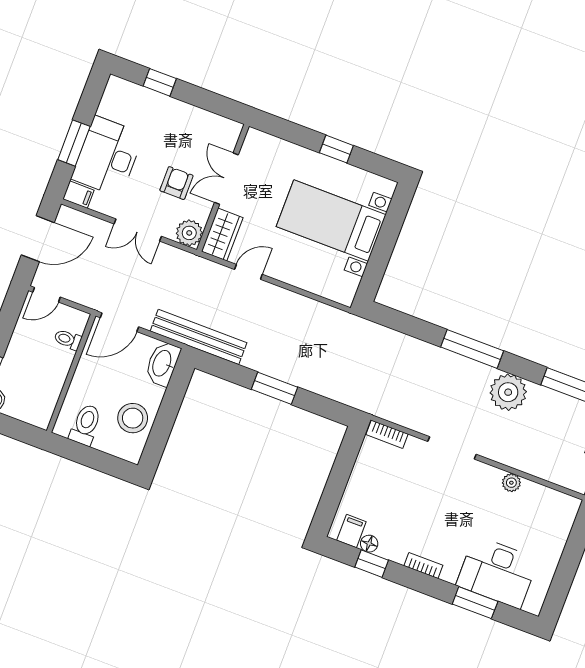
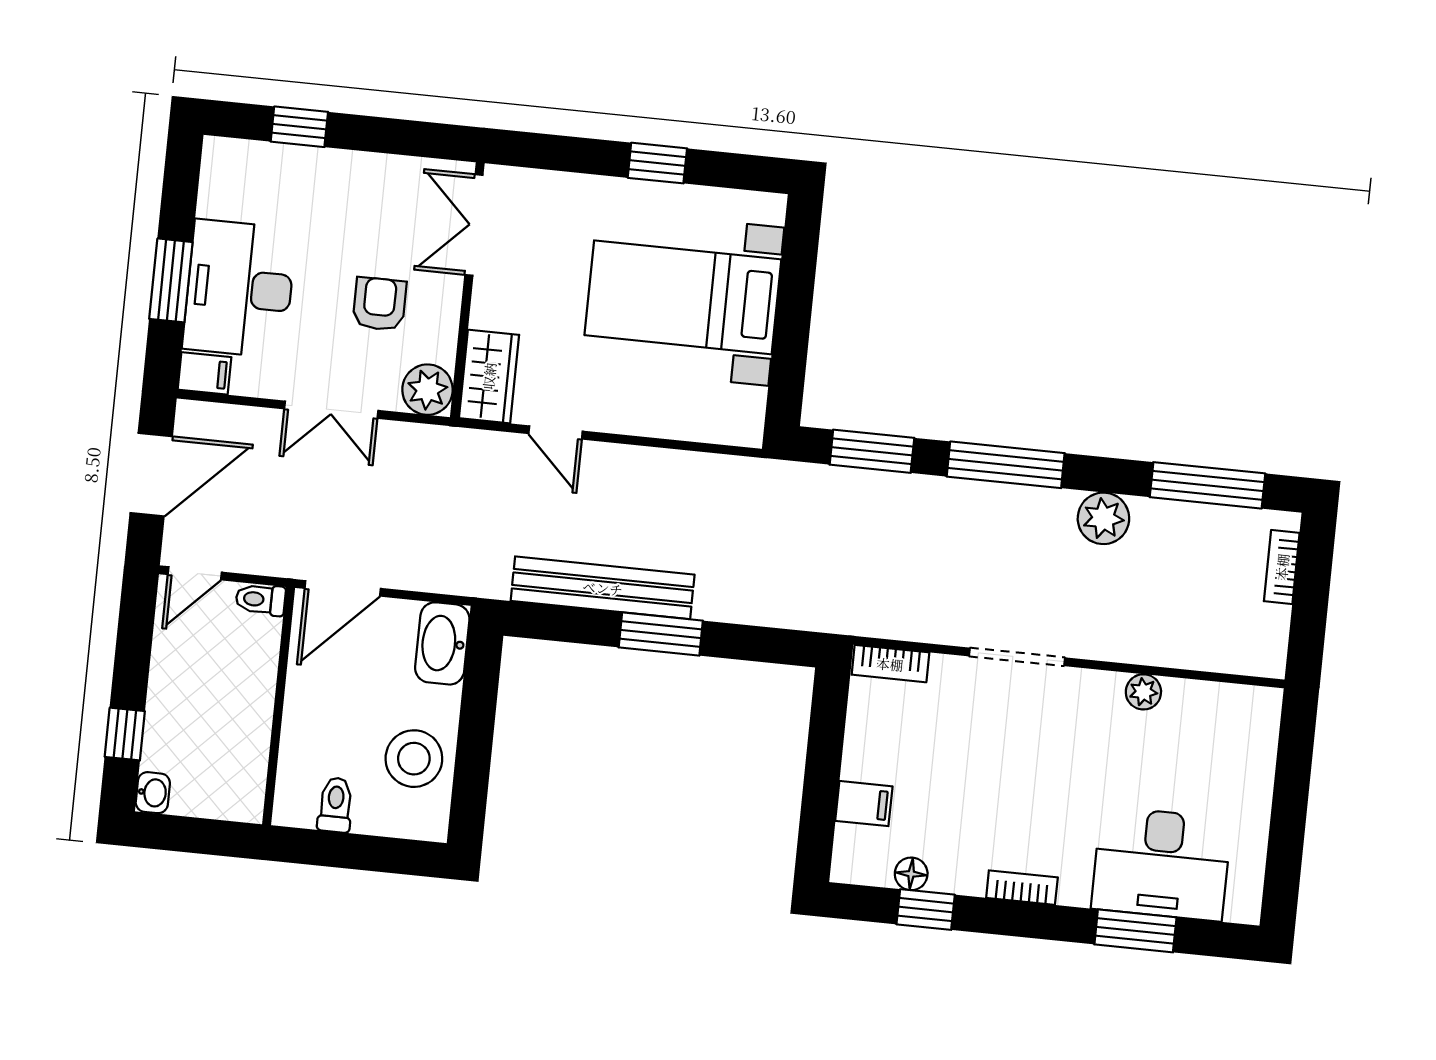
double door: (226, 179) -> (474, 225), moved
door: (248, 272) -> (556, 432), swing flipped
window: (406, 324) -> (872, 451), added
bench: (198, 337) -> (603, 588), moved
toilet: (68, 339) -> (261, 600), moved
plant: (508, 392) -> (1103, 518), width x0.73, depth x0.73
toilet: (86, 425) -> (335, 805), width x0.73, depth x0.72
filing cabinet: (351, 531) -> (864, 804), moved, turned 90

